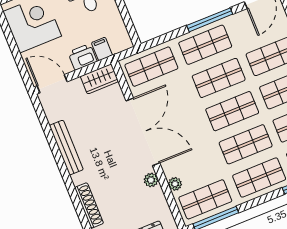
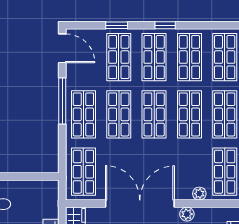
filing cabinet: (102, 49) -> (49, 210), removed

